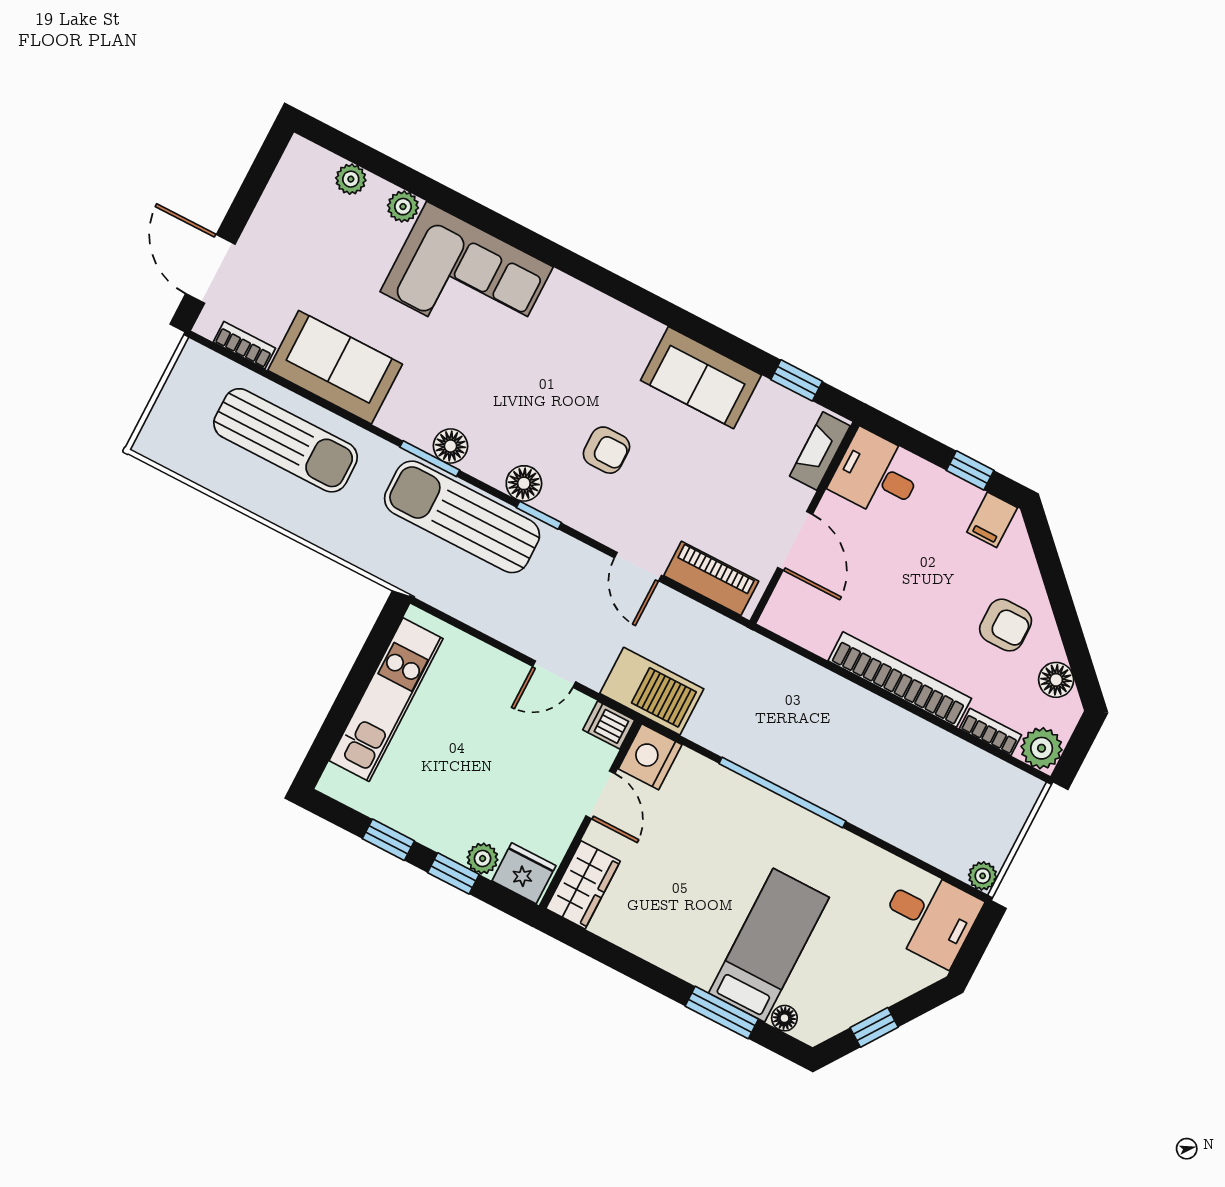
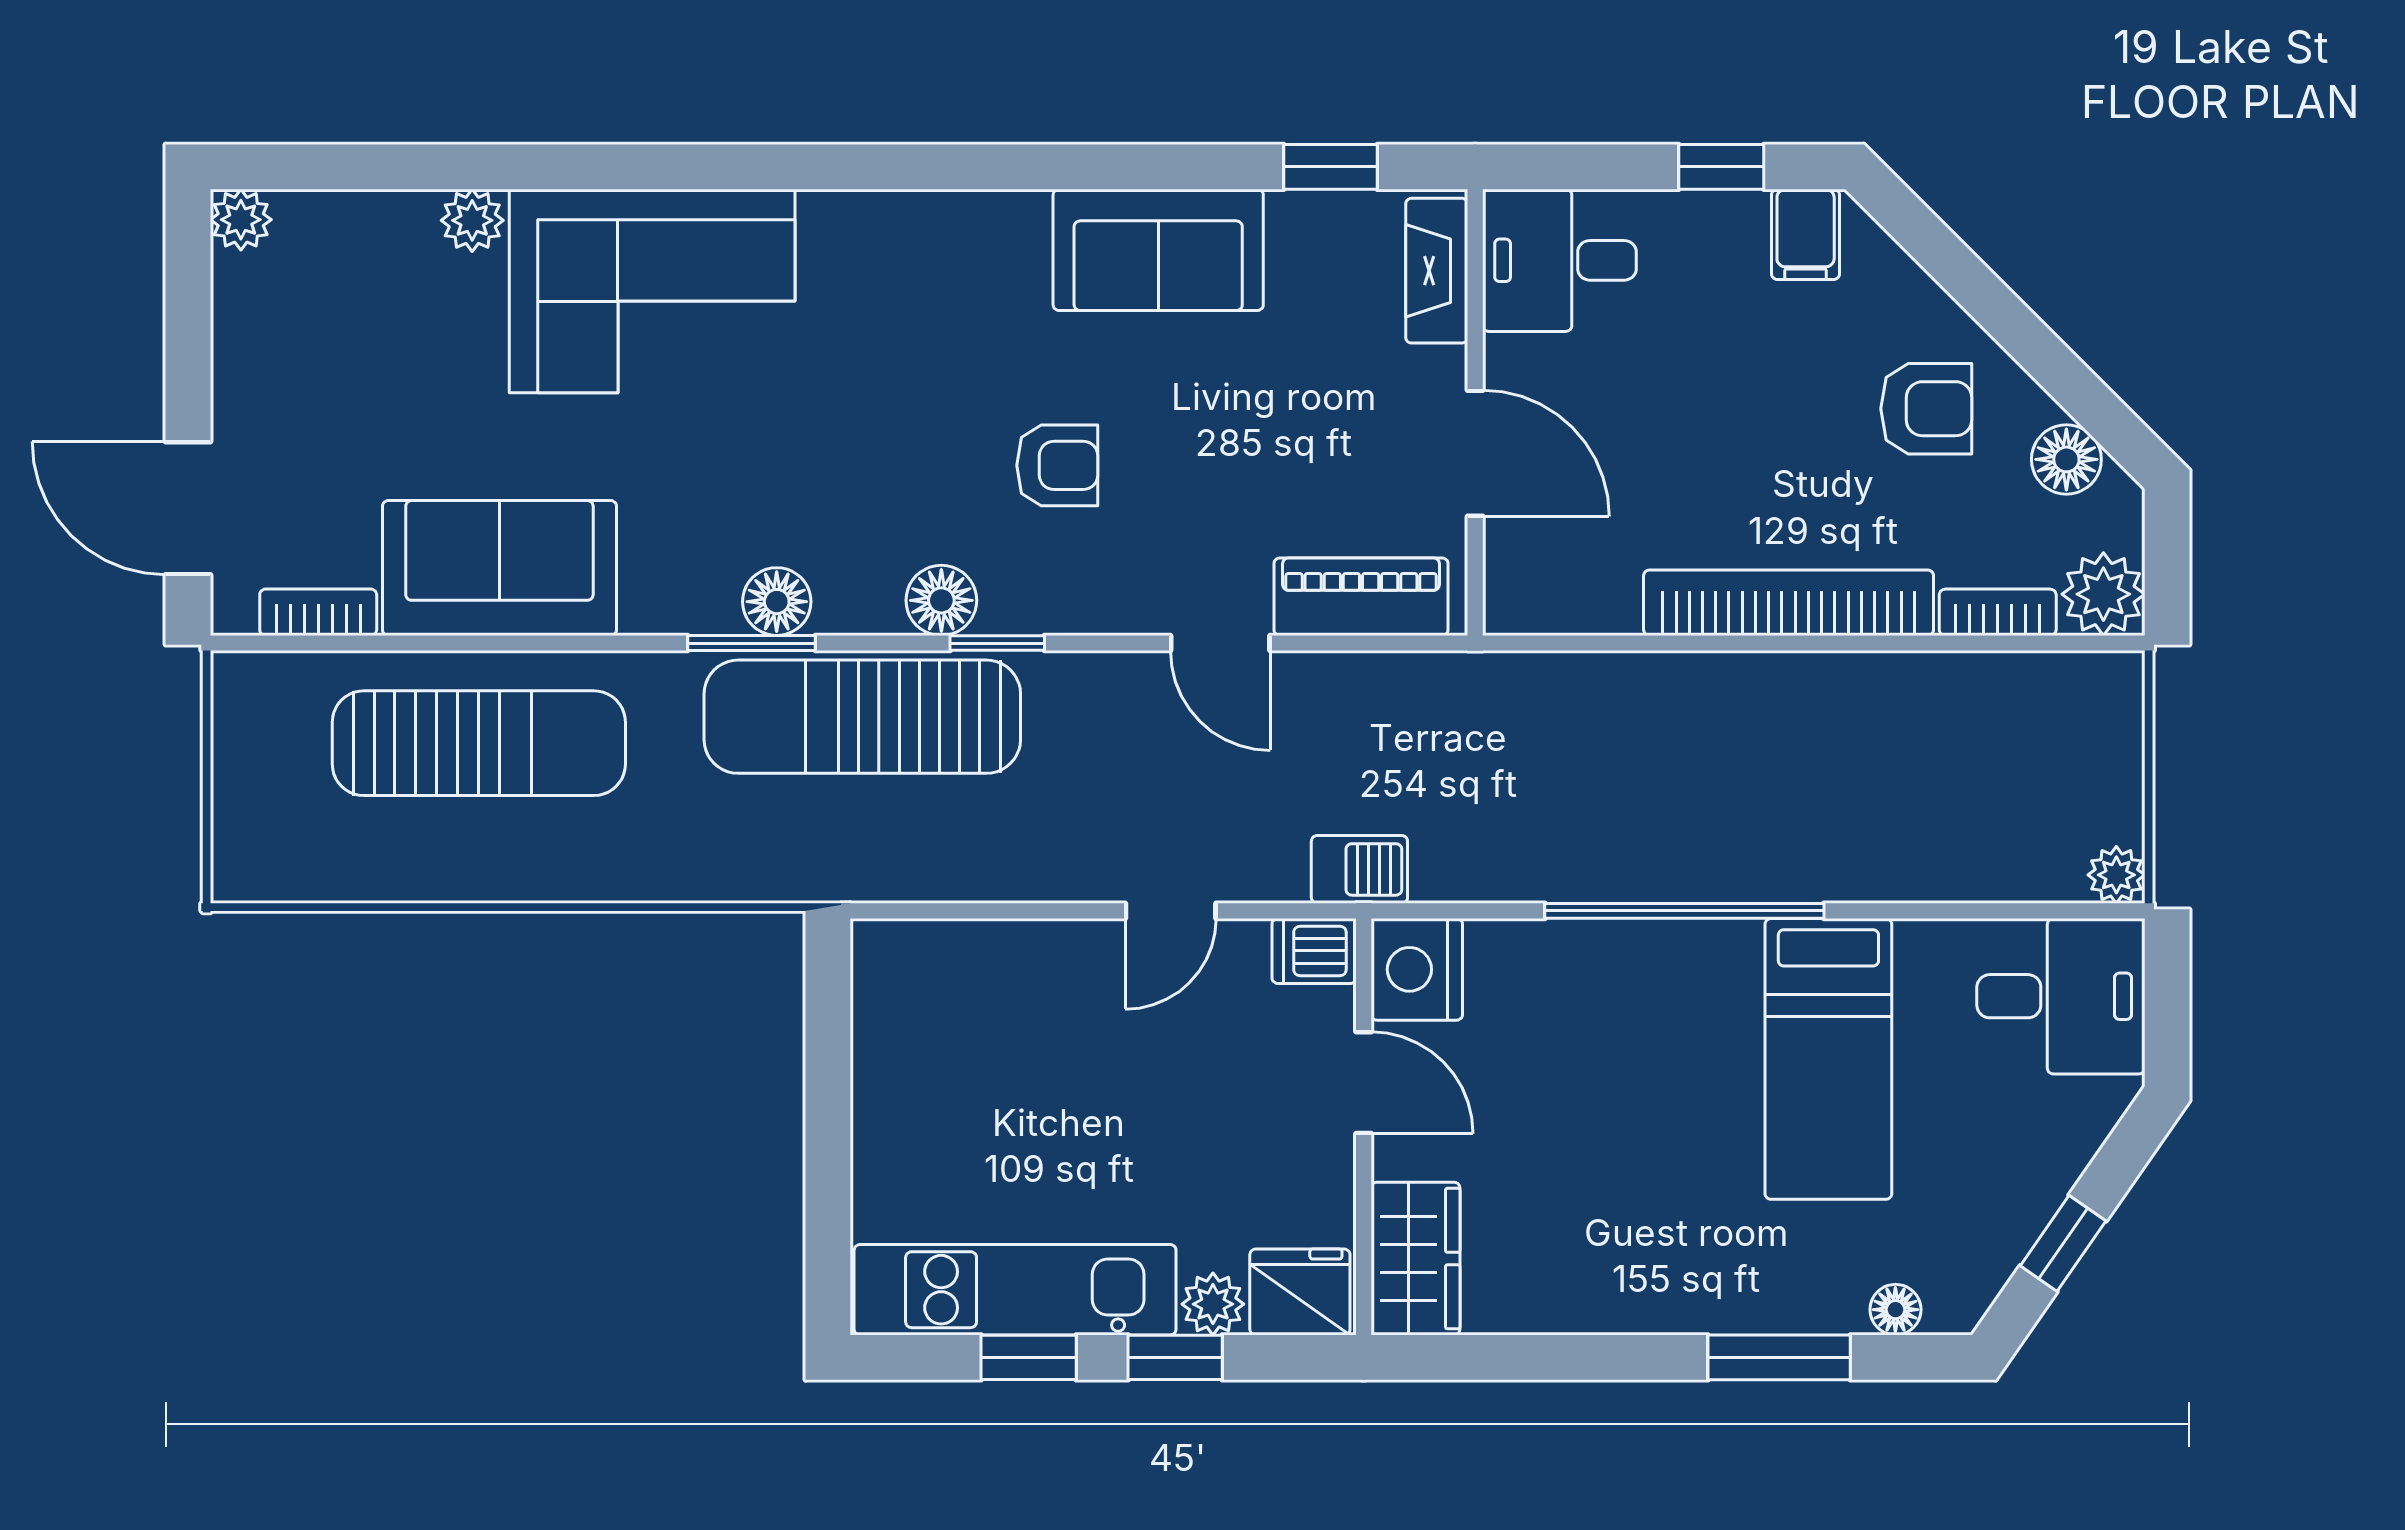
plant: (351, 179) -> (241, 220), moved
barbecue: (652, 691) -> (1359, 869), width x0.53, depth x0.65
kitchen unit: (386, 700) -> (1015, 1290), moved, turned -90
bed: (769, 945) -> (1828, 1059), moved, turned 180

